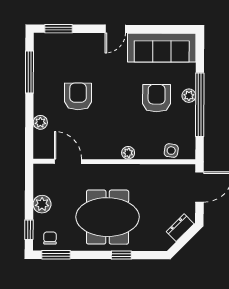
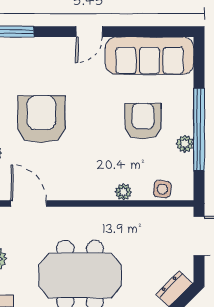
armchair: (78, 96) -> (41, 119), width x1.36, depth x1.36
plant: (189, 96) -> (185, 144), moved
plant: (128, 153) -> (123, 192), moved

